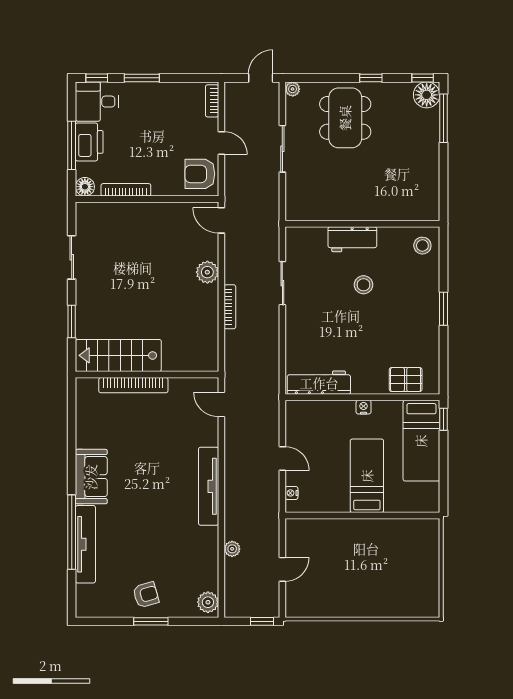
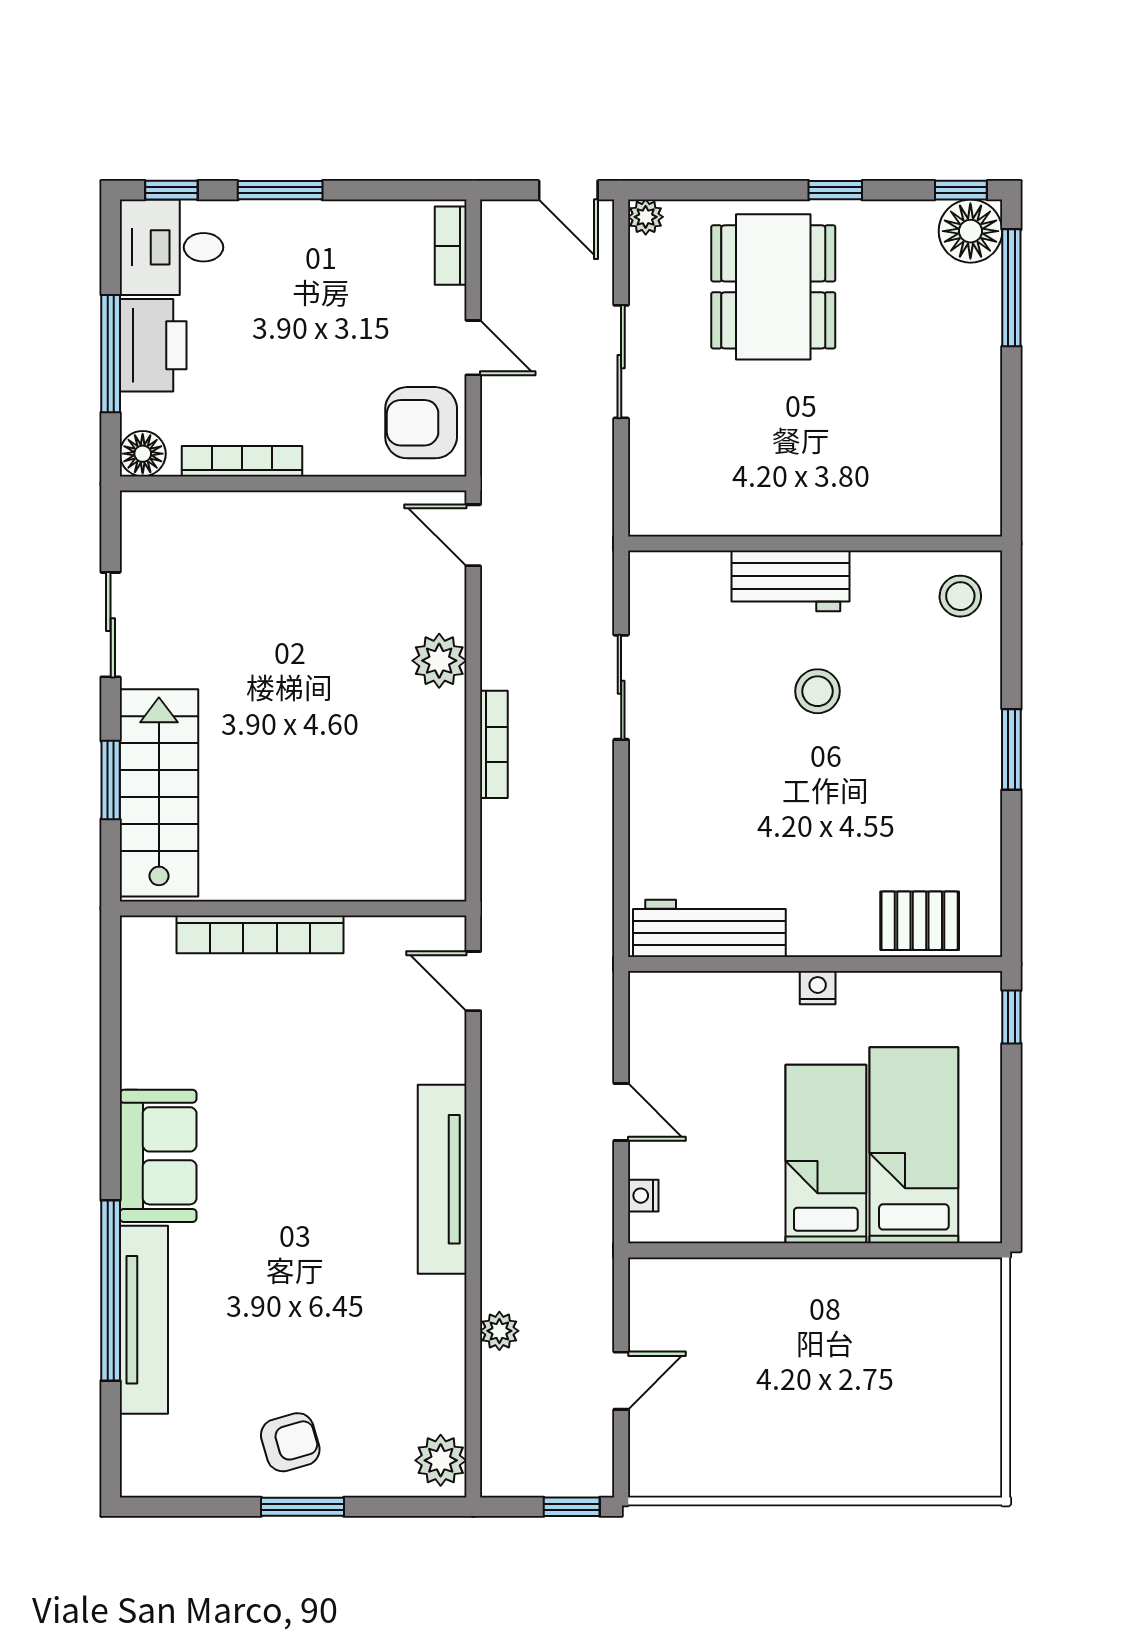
door: (261, 78) -> (568, 190), swing flipped
stairs: (118, 355) -> (159, 793), moved, turned 90
bed: (421, 441) -> (914, 1145), moved, turned 180

